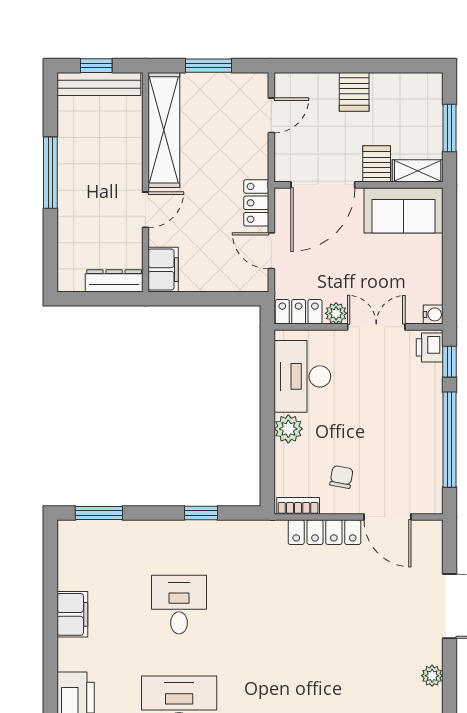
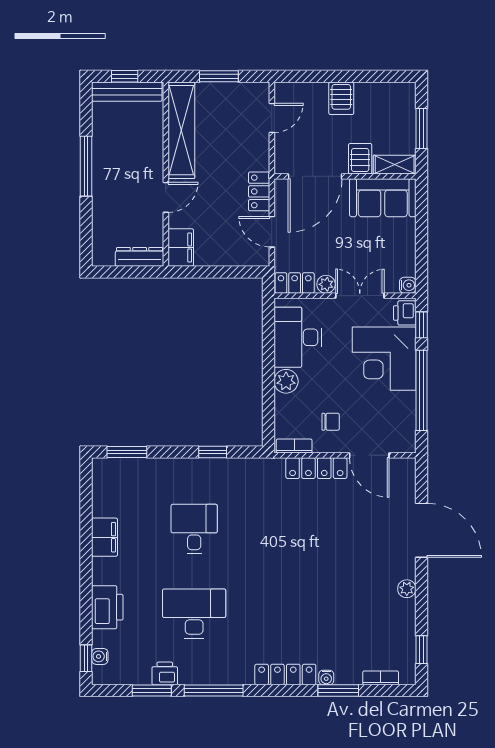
corner desk: (405, 402) -> (384, 359), added
chair: (341, 477) -> (331, 422), turned 80

